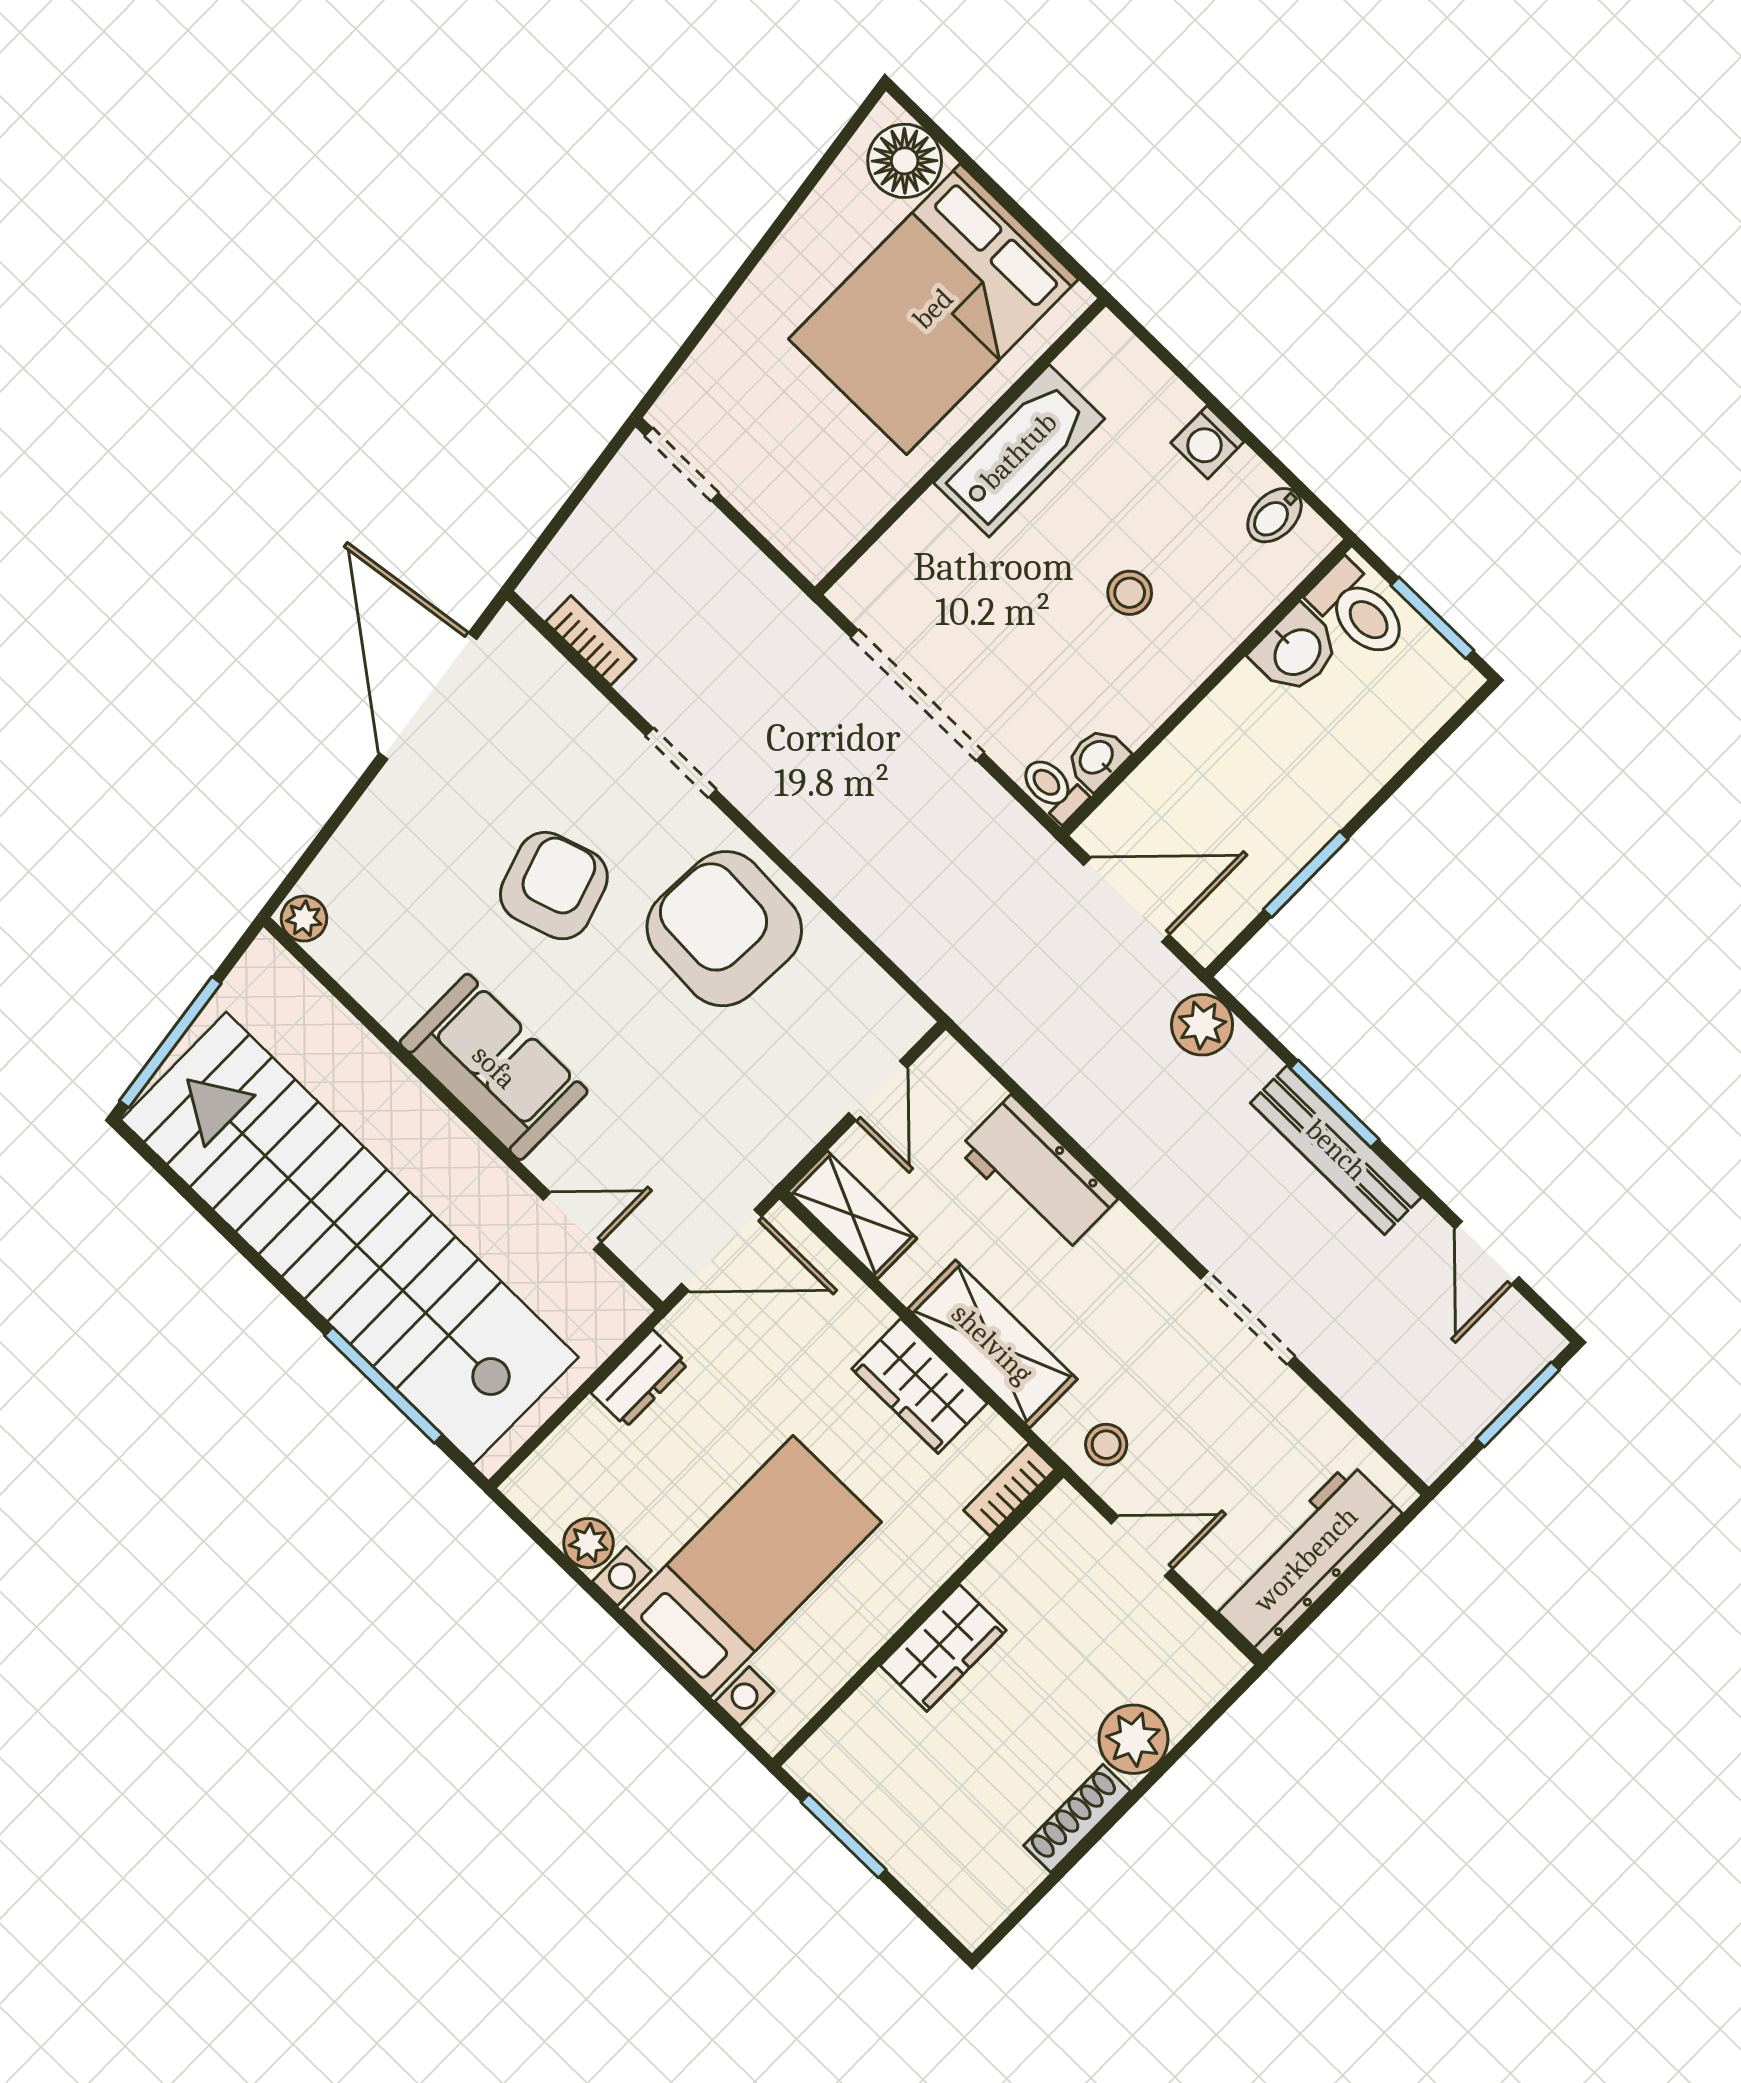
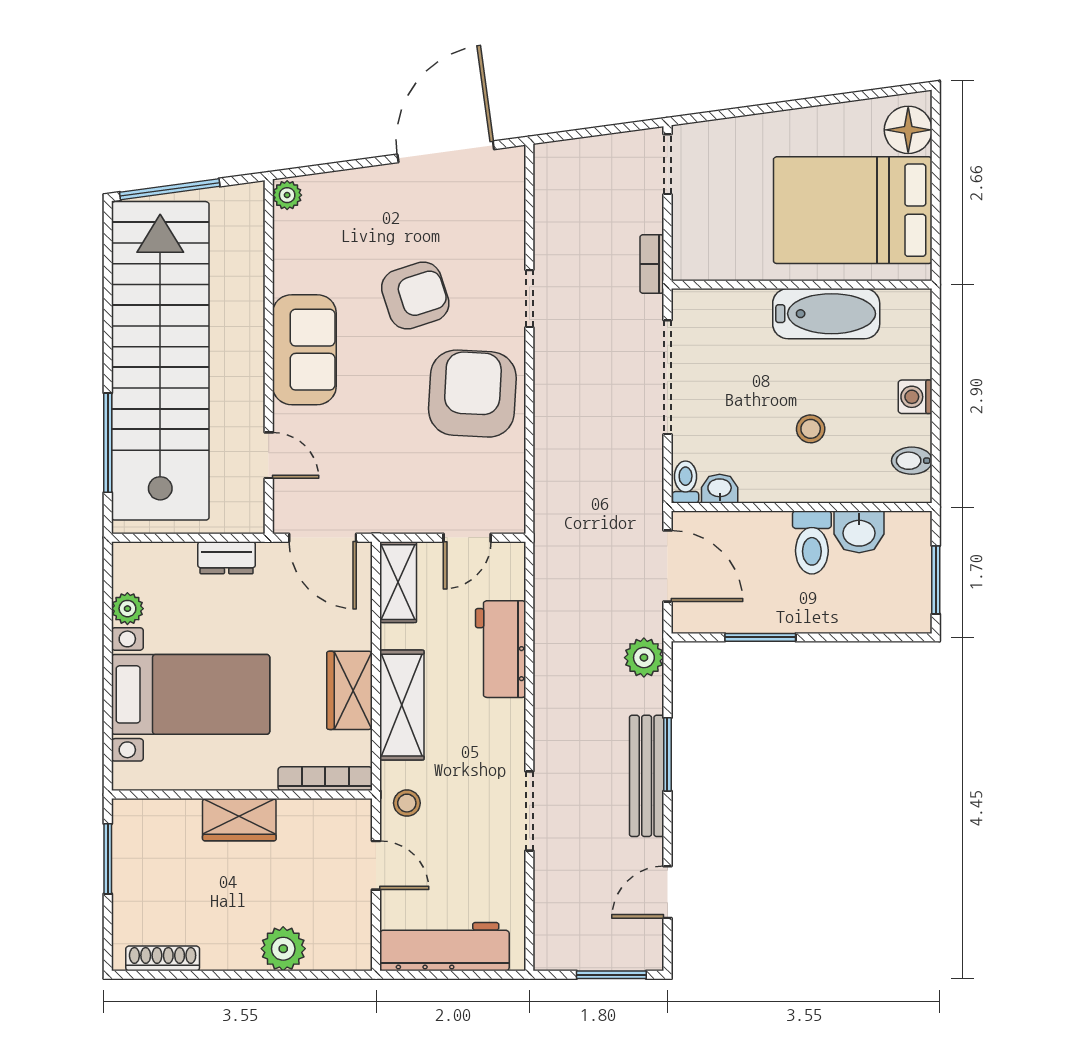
toilet: (1359, 610) -> (812, 542), moved
bookcase: (591, 640) -> (652, 264), moved, turned 180
bookcase: (1009, 1490) -> (325, 779), width x1.56
shoe rack: (1077, 1818) -> (163, 958), moved

